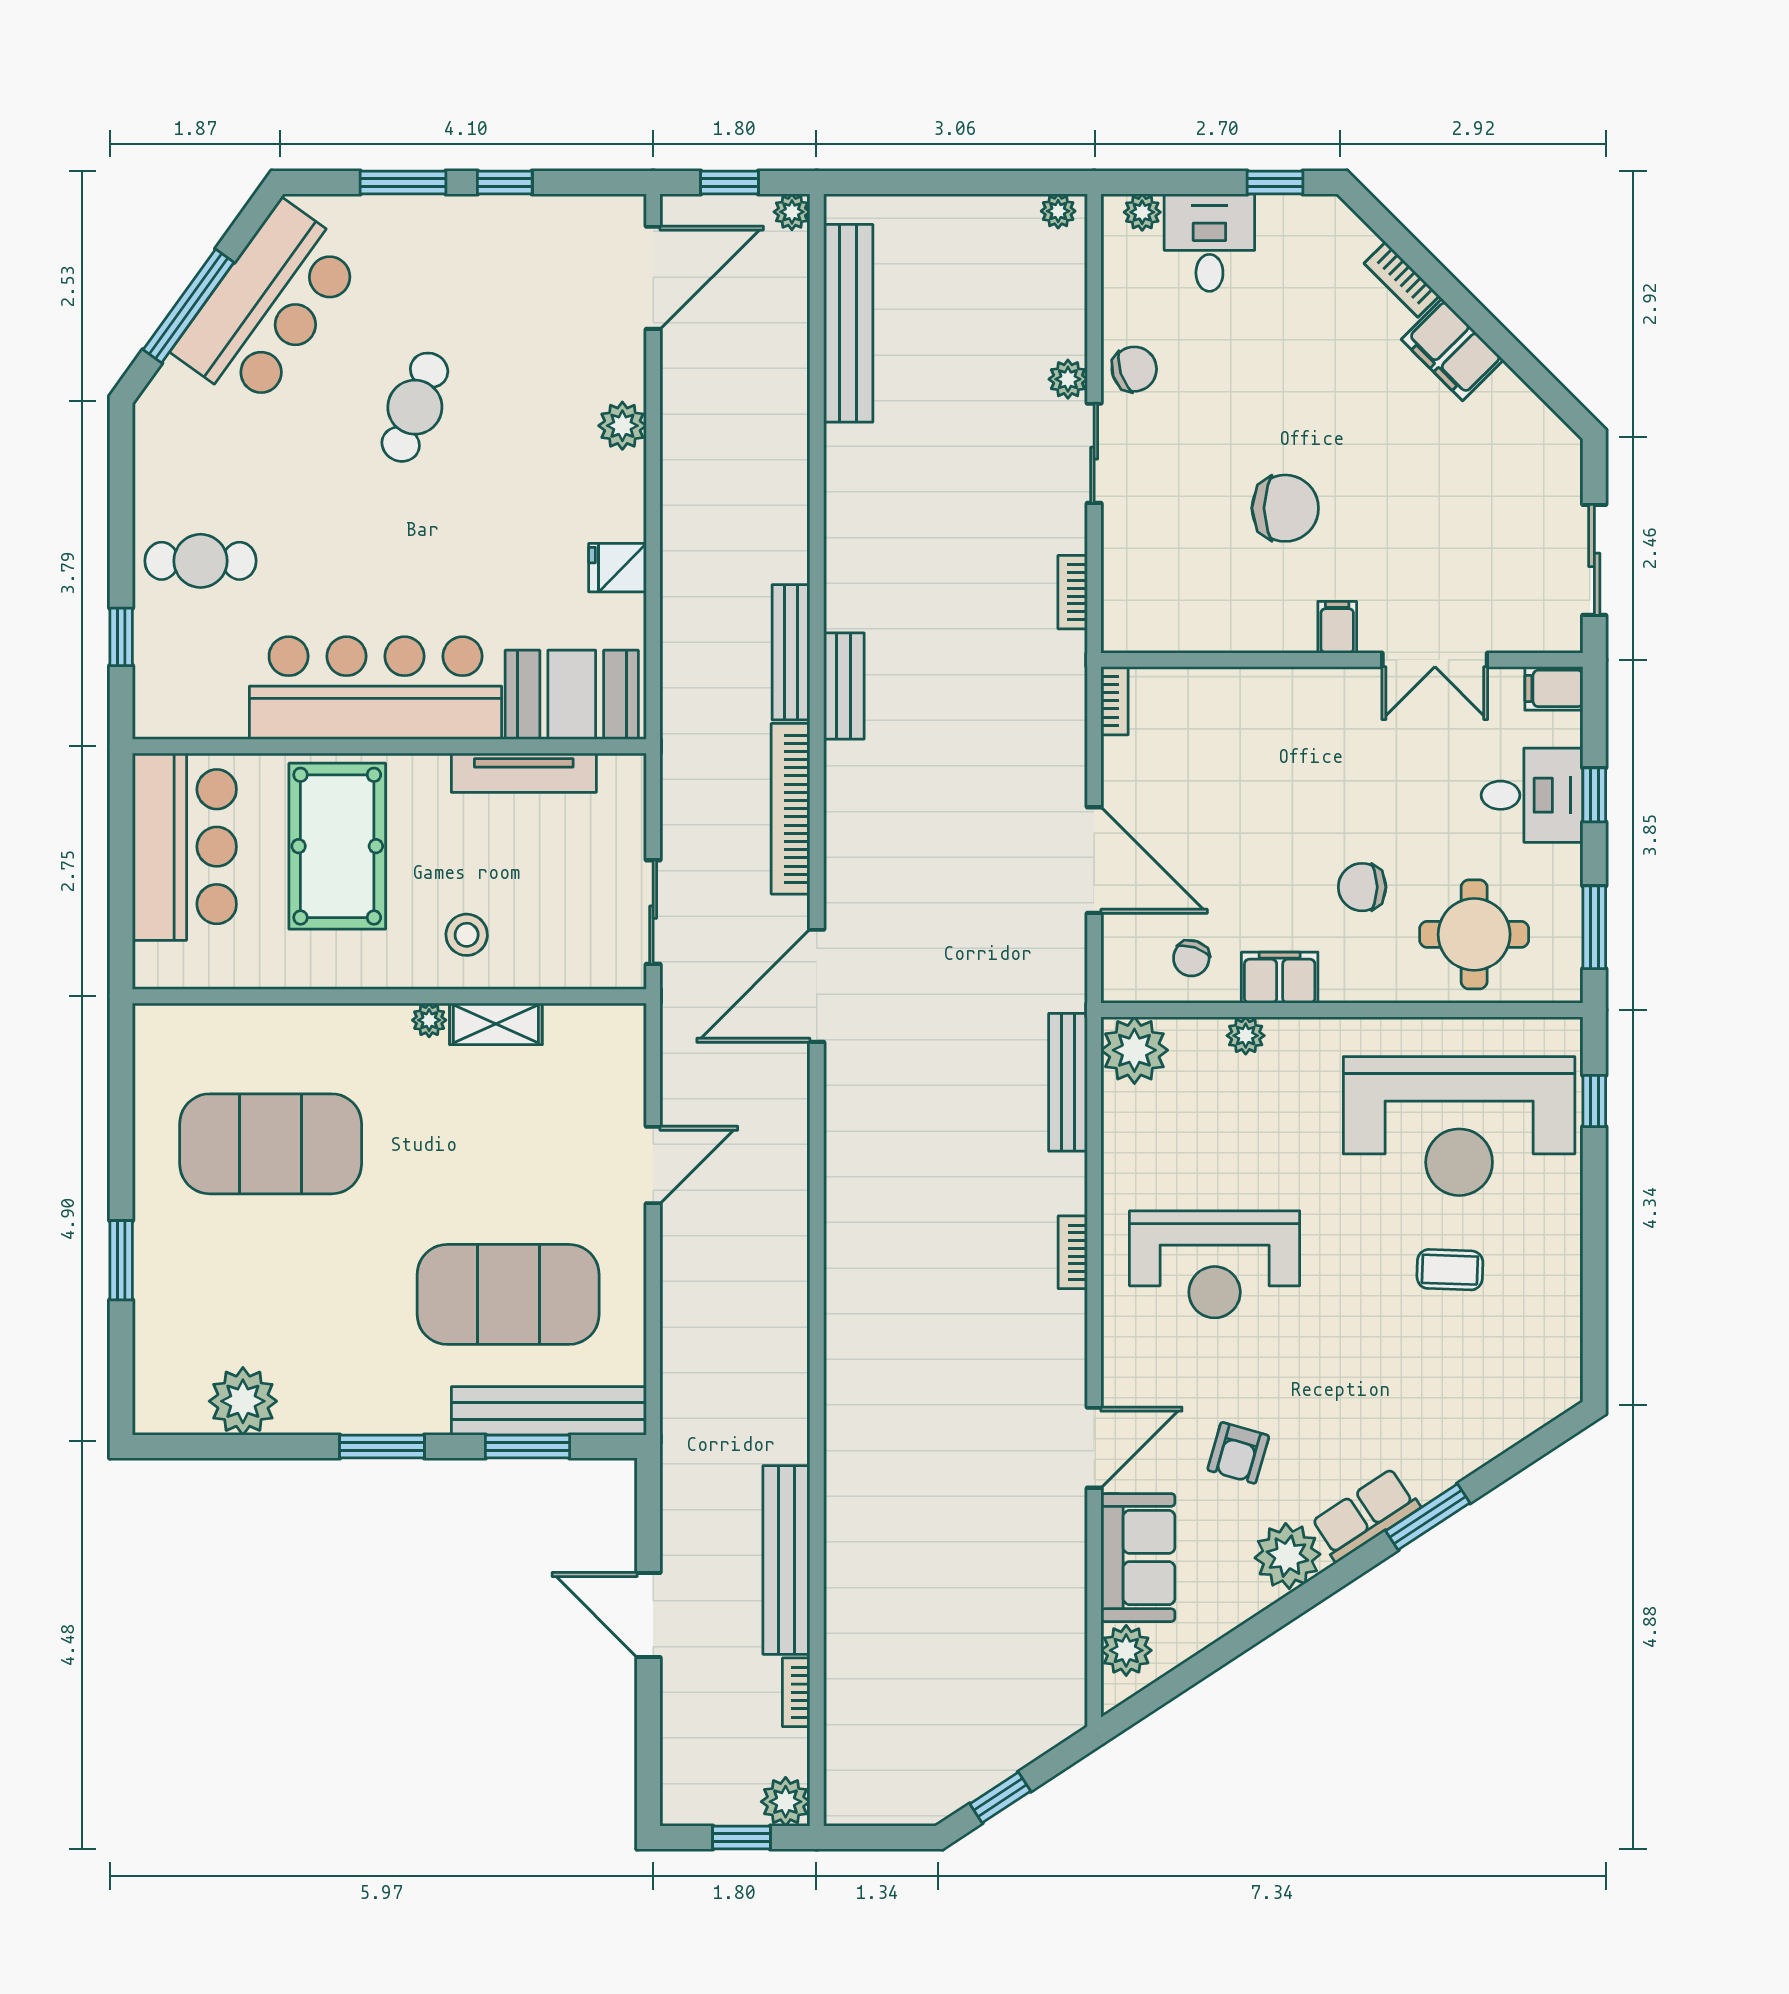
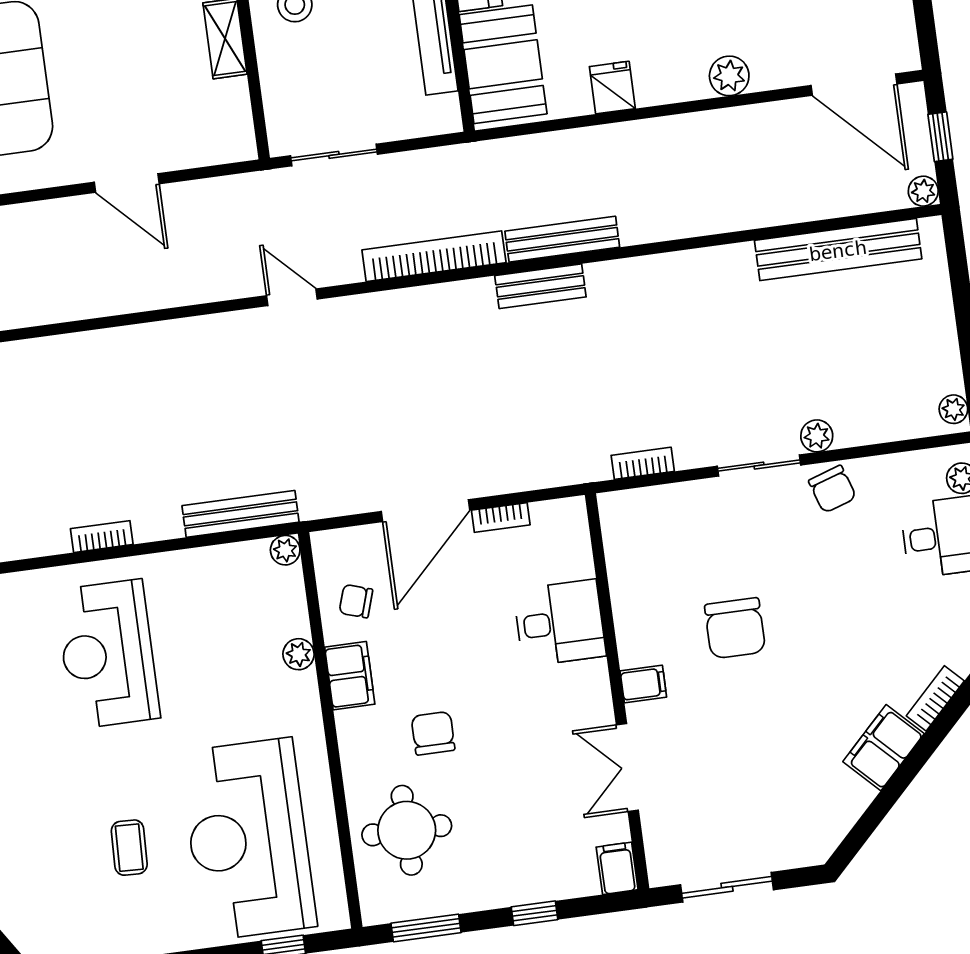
bookcase: (1115, 701) -> (501, 518), moved
desk: (1532, 795) -> (560, 623), moved, turned -90
door: (817, 986) -> (292, 297), width x0.53
plant: (1134, 1050) -> (285, 550), width x0.53, depth x0.53

